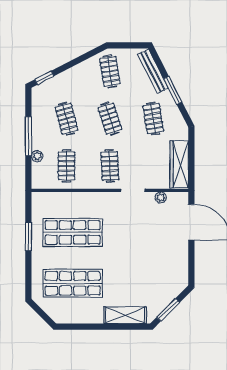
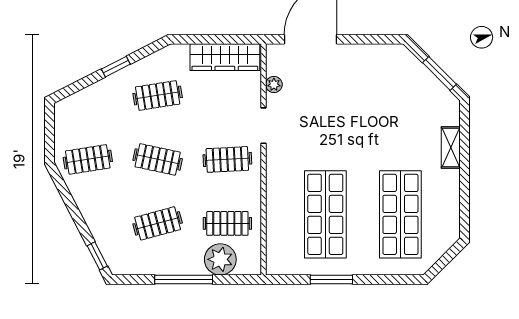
bench: (153, 71) -> (88, 96), removed
window: (173, 90) -> (116, 67), width x0.67
clothes rail: (110, 119) -> (158, 159), turned 30
plant: (37, 156) -> (220, 259), width x1.88, depth x1.88
shelving: (125, 315) -> (451, 147), width x0.67, depth x0.75

